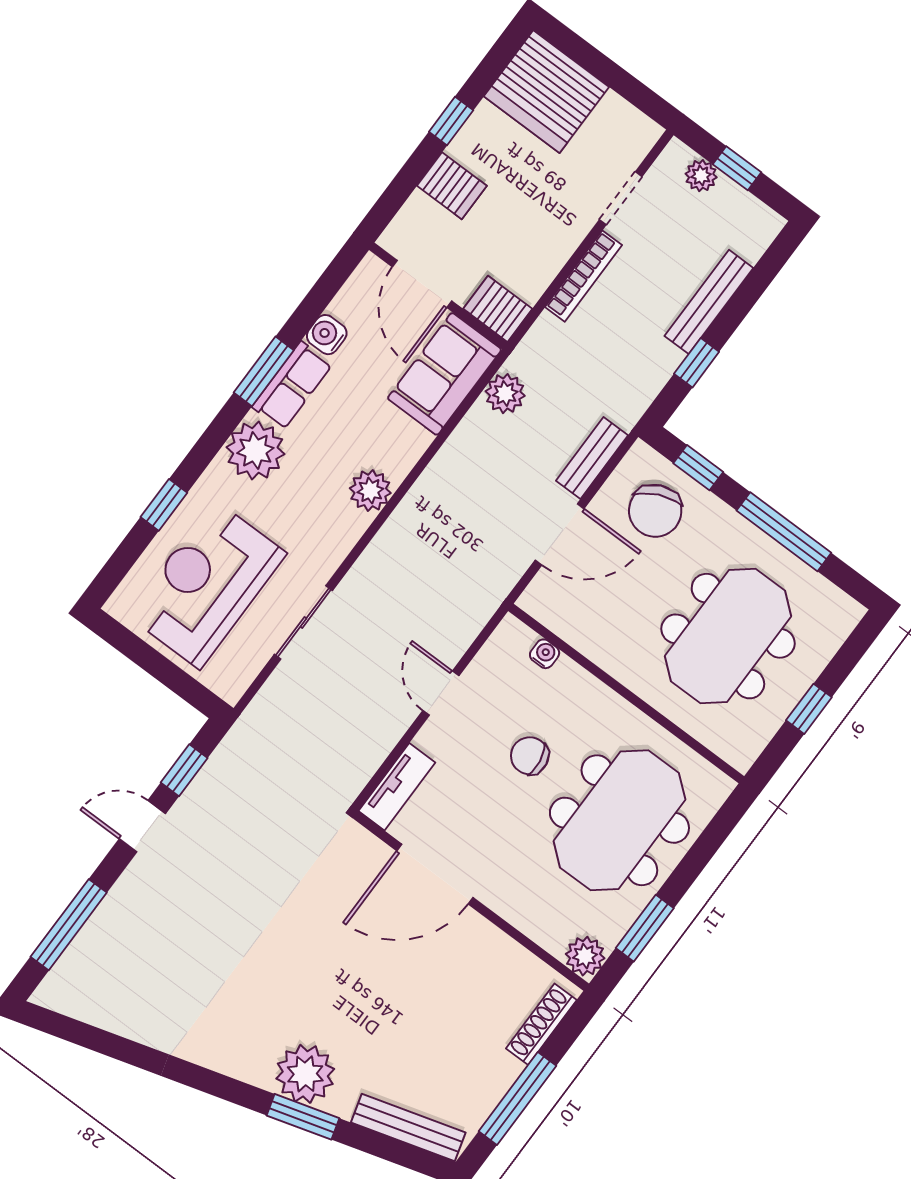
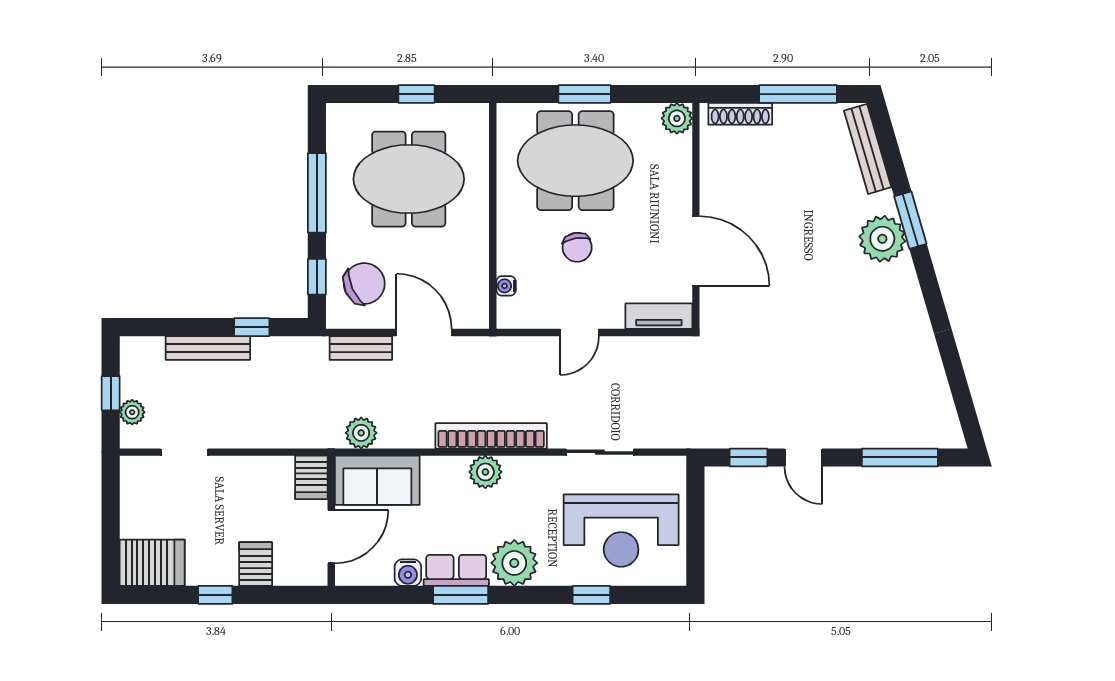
server rack: (546, 92) -> (152, 563), width x0.62
bookcase: (584, 276) -> (491, 436), moved, width x1.48, depth x1.31
window: (645, 928) -> (585, 94), moved

